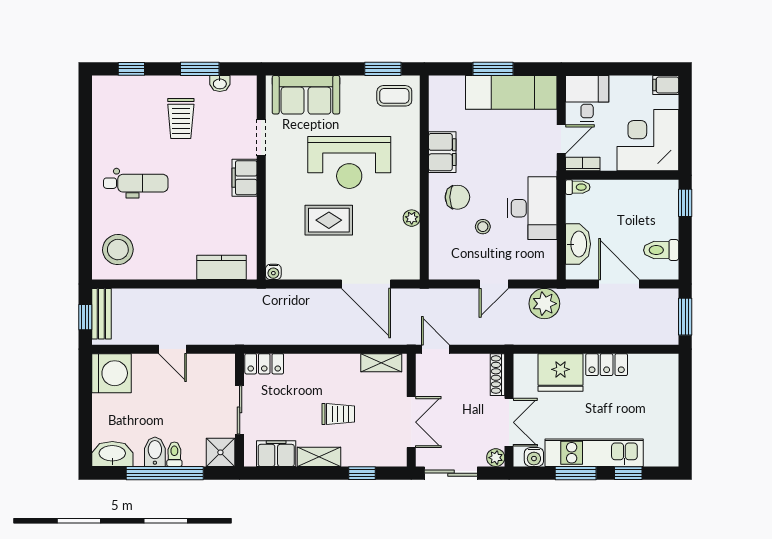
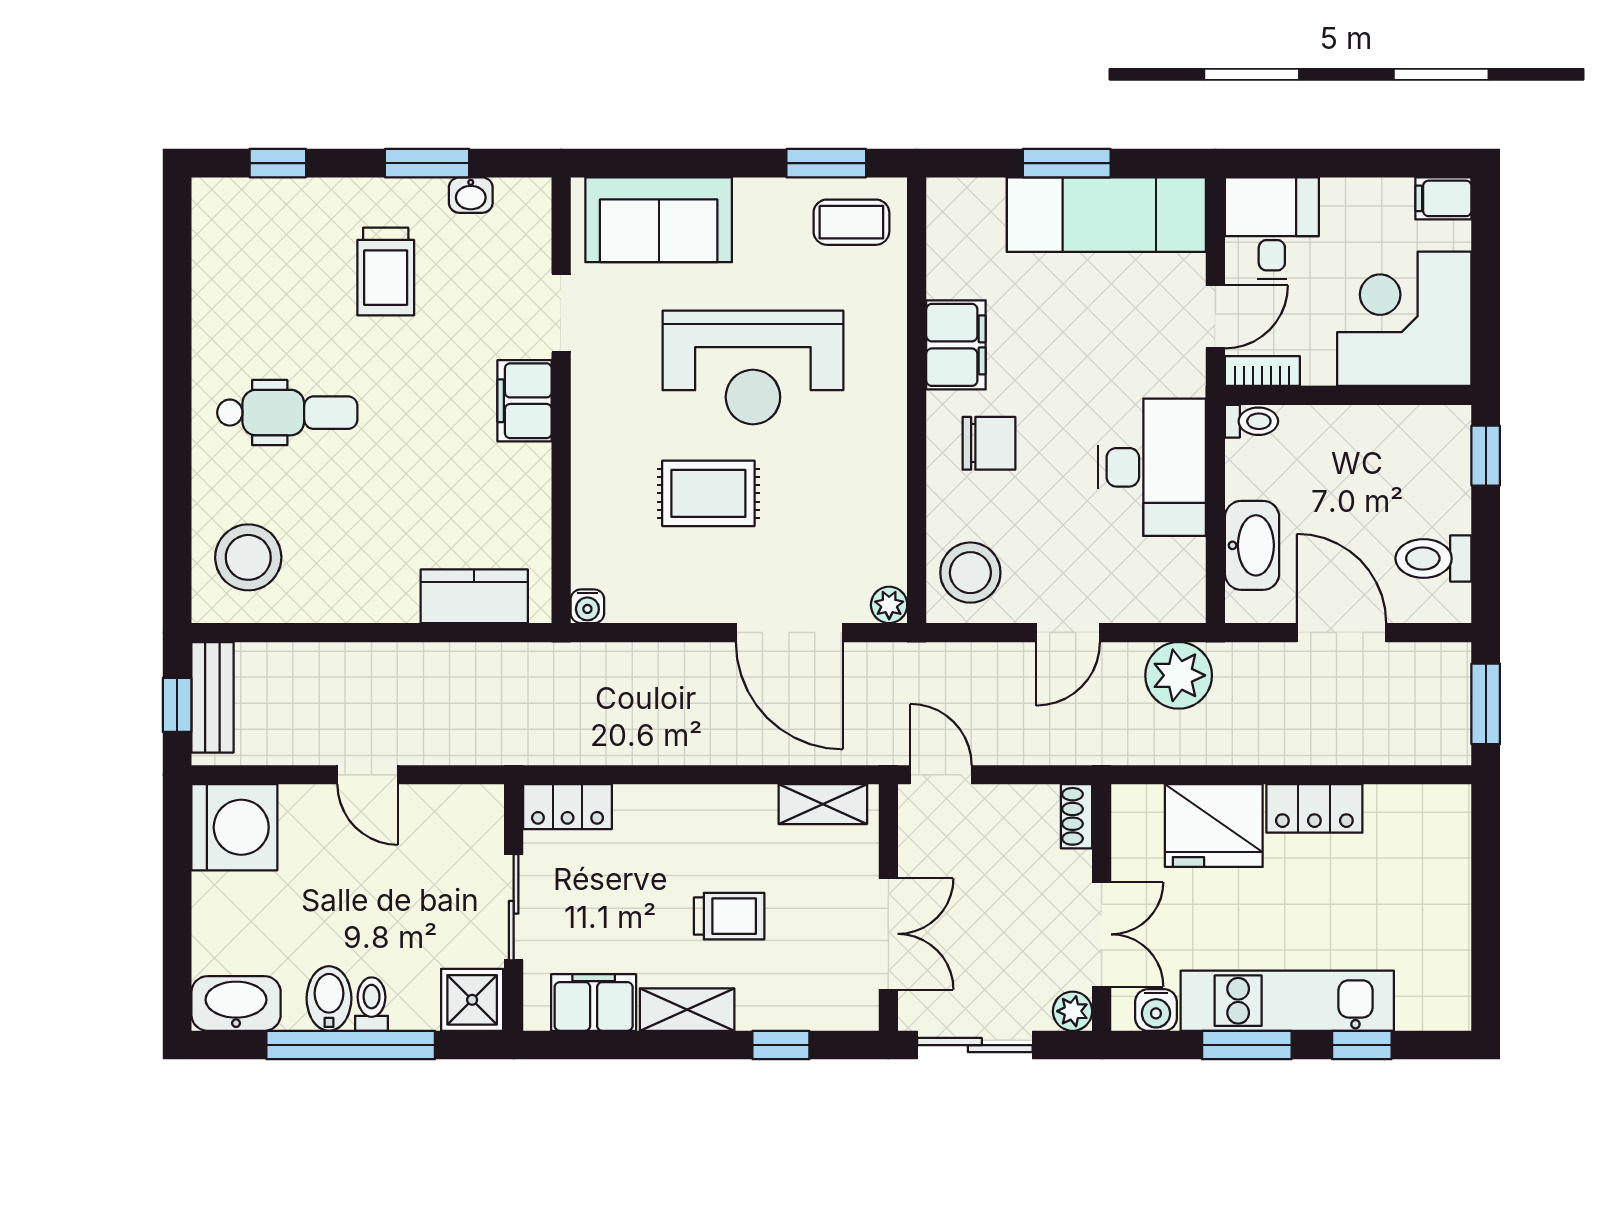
plant: (412, 218) -> (889, 605), moved
stool: (483, 227) -> (970, 573), moved, width x1.89, depth x1.89
shoe rack: (498, 375) -> (1077, 816), width x0.70

